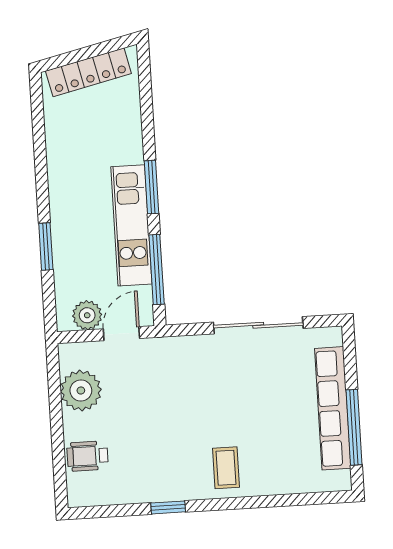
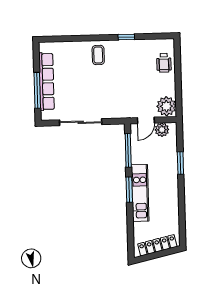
kitchen unit: (131, 225) -> (140, 193), moved
plant: (81, 390) -> (166, 106), moved
window: (354, 427) -> (37, 90), moved
wheelchair: (87, 456) -> (164, 63), turned 90

